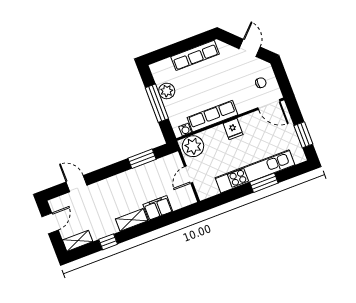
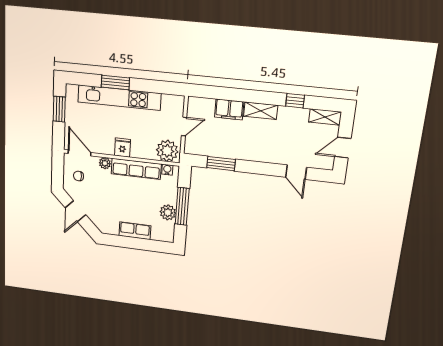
row of seats: (195, 55) -> (135, 231), width x0.68
plant: (242, 107) -> (105, 163), added

